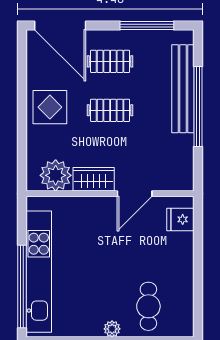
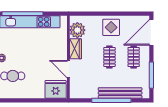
fridge: (180, 219) -> (56, 89), width x1.88, depth x1.34

